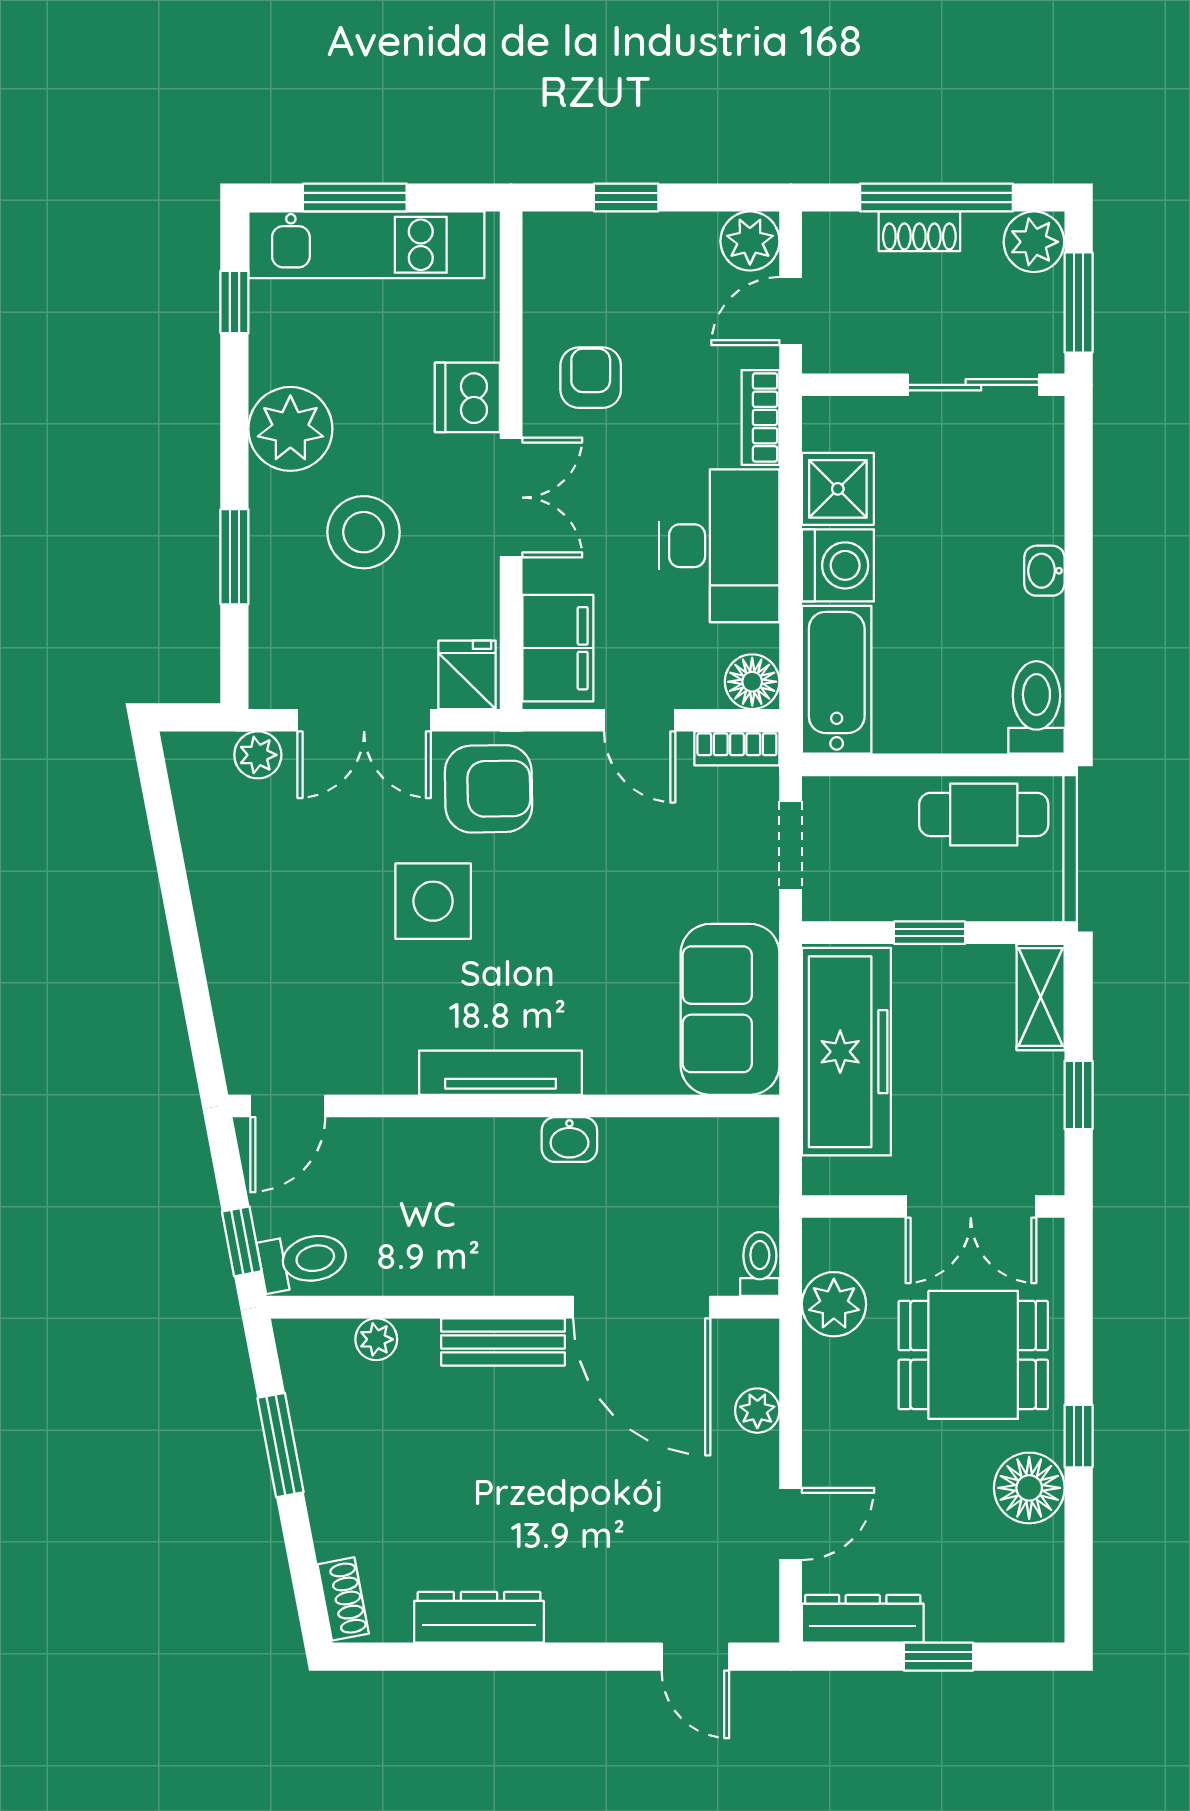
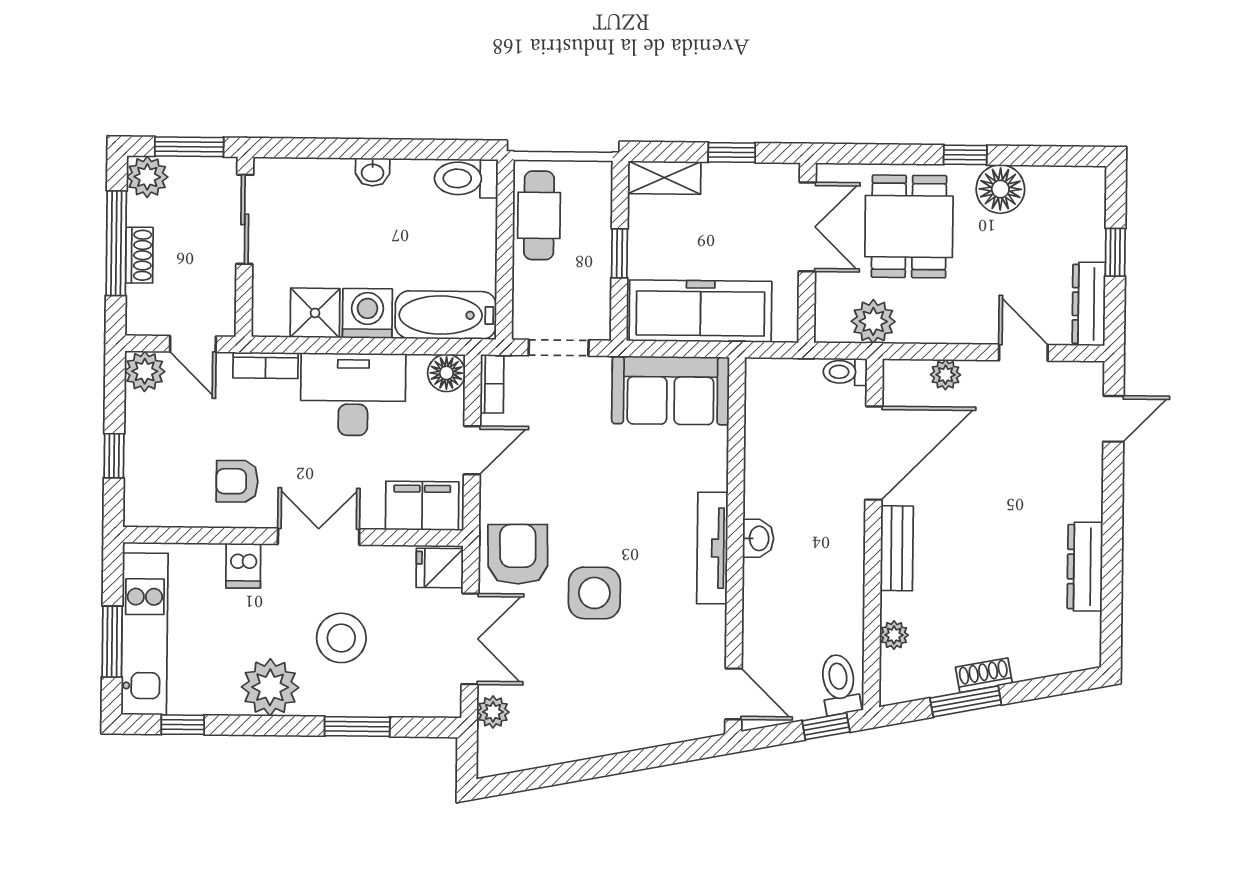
dishwasher: (467, 397) -> (243, 566), width x0.73
washbasin: (569, 1140) -> (758, 538), moved
shoe rack: (343, 1599) -> (984, 675), moved

